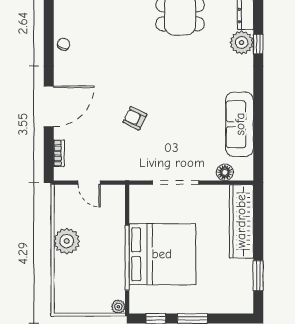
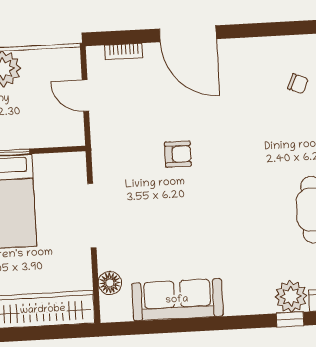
chair: (64, 44) -> (298, 84), moved
armchair: (135, 118) -> (178, 154), turned 64
door: (89, 183) -> (85, 96), hinge flipped

